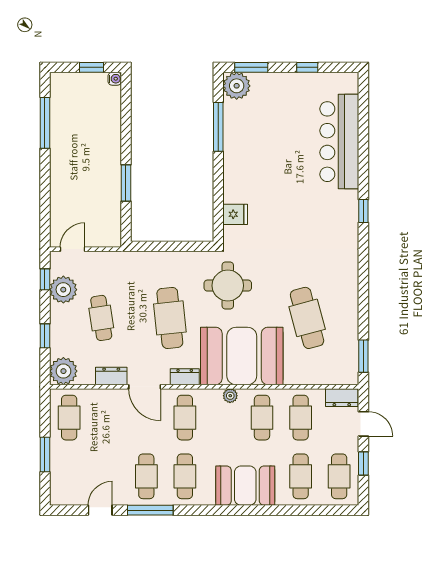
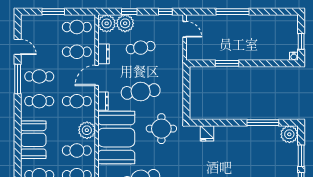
window: (251, 67) -> (301, 156), moved
window: (45, 123) -> (233, 12), moved
plant: (63, 290) -> (125, 23), moved
plant: (230, 396) -> (87, 130), width x1.88, depth x1.88
cafe table: (108, 418) -> (77, 52), added

